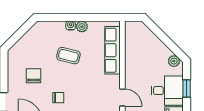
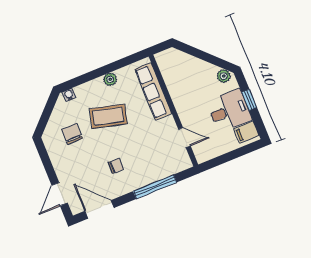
water cooler: (71, 25) -> (69, 95), moved
coffee table: (68, 56) -> (108, 116), width x1.36, depth x1.30
chair: (33, 76) -> (72, 134), moved

